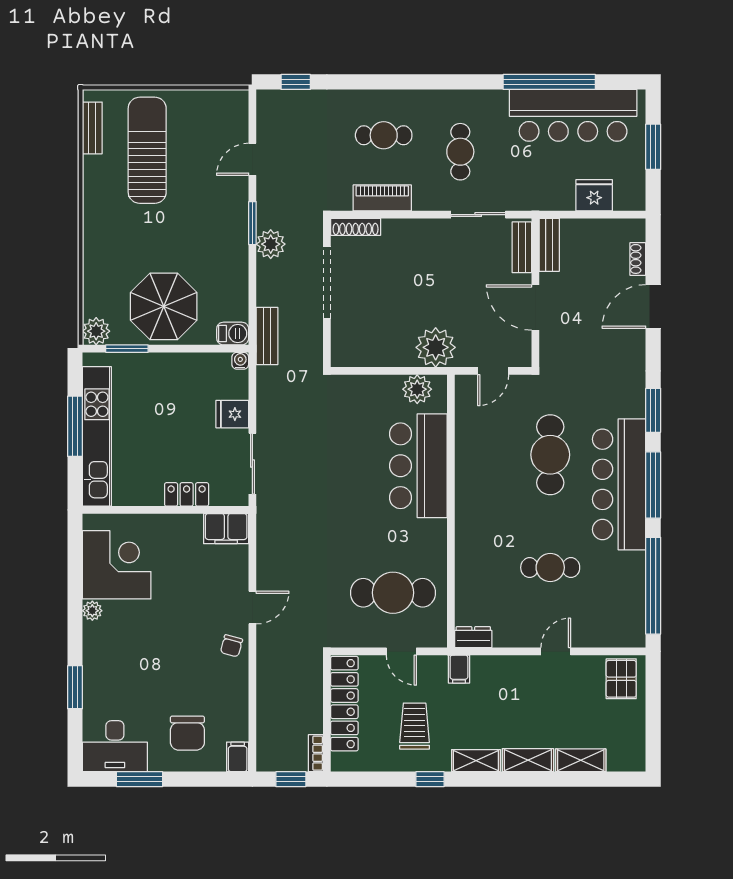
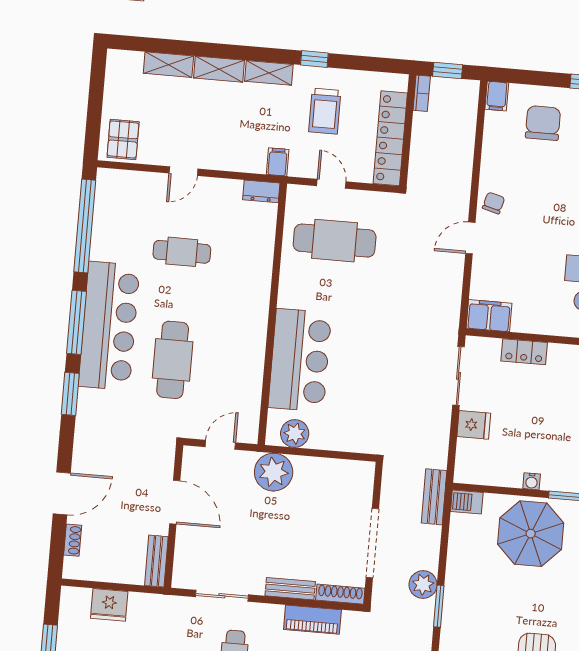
bench: (522, 247) -> (290, 589), moved, turned 90
water cooler: (240, 361) -> (532, 481), moved

